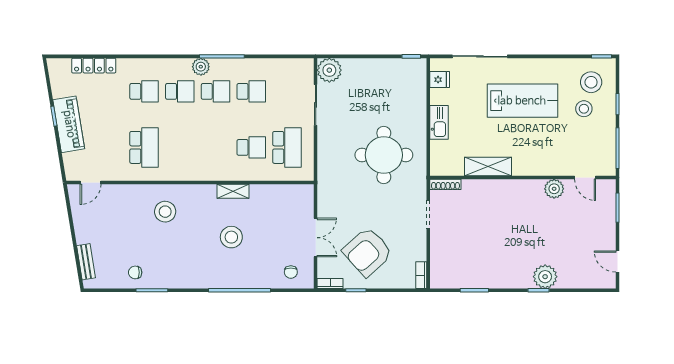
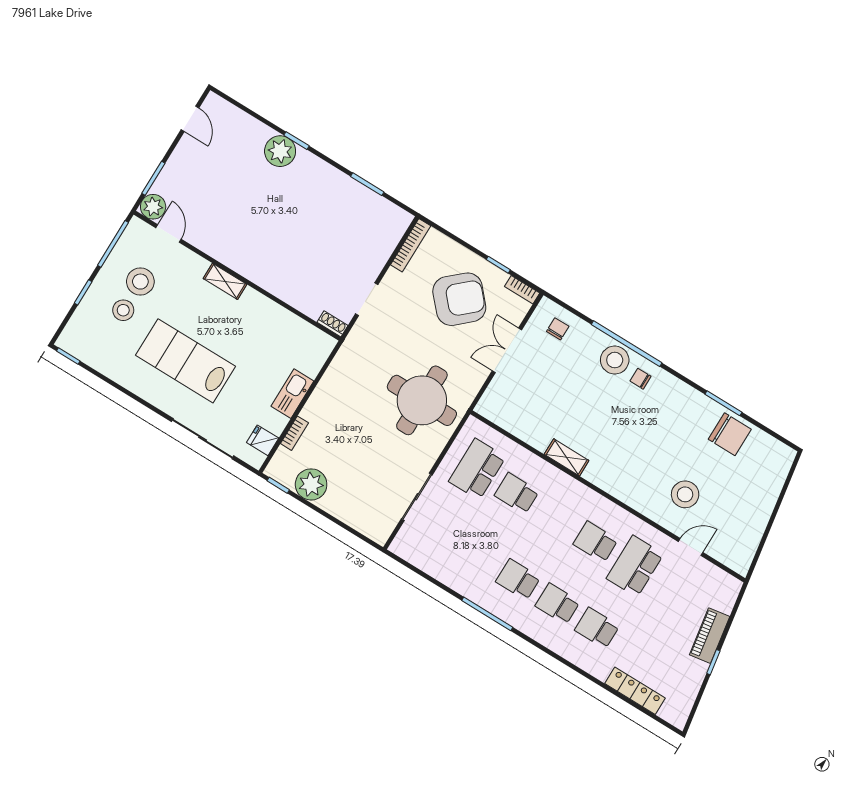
plant: (201, 67) -> (518, 617), removed
plant: (329, 70) -> (311, 484), moved
stool: (591, 82) -> (140, 282), moved
school desk: (251, 91) -> (596, 542), moved
bookcase: (422, 97) -> (294, 433), added
piano: (69, 124) -> (710, 636), width x0.73, depth x0.75
round table: (384, 155) -> (422, 400), moved
shelving: (488, 166) -> (225, 281), moved, width x0.67, depth x0.75
door: (91, 182) -> (691, 547), moved
shoe rack: (445, 184) -> (333, 324), width x0.70
plant: (554, 189) -> (153, 207), moved
stool: (165, 212) -> (685, 494), moved
stool: (231, 237) -> (615, 360), moved
bench: (86, 262) -> (777, 479), removed
chair: (135, 272) -> (730, 434), width x1.87, depth x1.87
chair: (216, 273) -> (640, 379), added
bookcase: (421, 275) -> (411, 245), width x1.56

